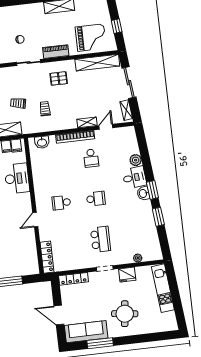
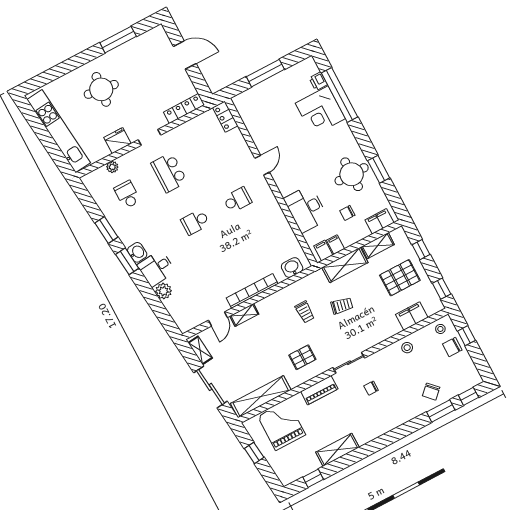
grand piano: (91, 38) -> (282, 426), turned 90
school desk: (91, 158) -> (127, 195), moved
locker: (47, 257) -> (225, 117), width x0.66
kitchen unit: (163, 288) -> (59, 131), width x1.36
sofa: (86, 332) -> (142, 47), removed

